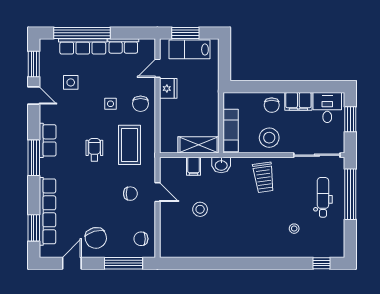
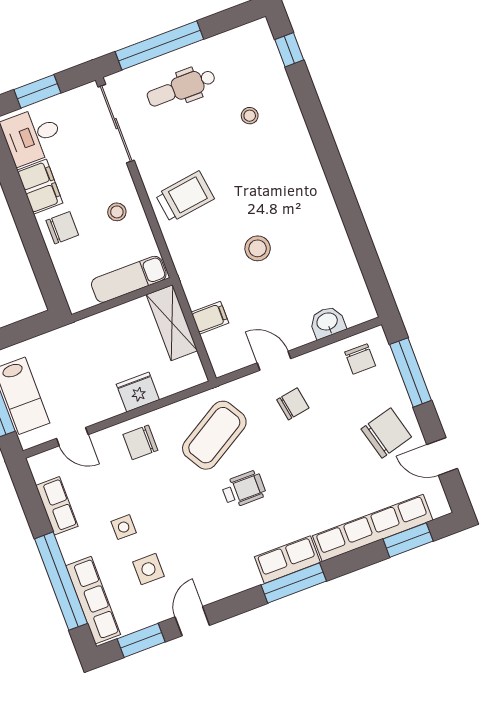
row of seats: (83, 46) -> (93, 600), moved
fridge: (168, 88) -> (138, 392), moved
side table: (111, 104) -> (124, 527), moved
chair: (141, 104) -> (140, 442), turned 180
stool: (269, 138) -> (117, 212), width x0.53, depth x0.53
row of seats: (48, 140) -> (287, 560), moved
coffee table: (129, 145) -> (214, 435), turned -31
wheelchair: (94, 150) -> (244, 489), turned 180
washbasin: (221, 165) -> (327, 322), moved, turned -90
door: (157, 192) -> (274, 361), hinge flipped
chair: (130, 194) -> (293, 404), turned 80
stool: (200, 209) -> (258, 248), moved

